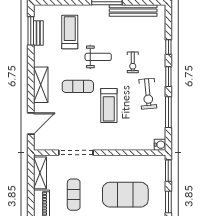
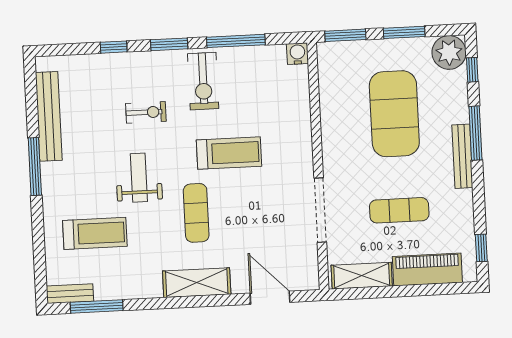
treadmill: (70, 32) -> (95, 233), turned 180
bench: (38, 33) -> (70, 294), moved
exercise bike: (148, 94) -> (203, 81), turned 95

